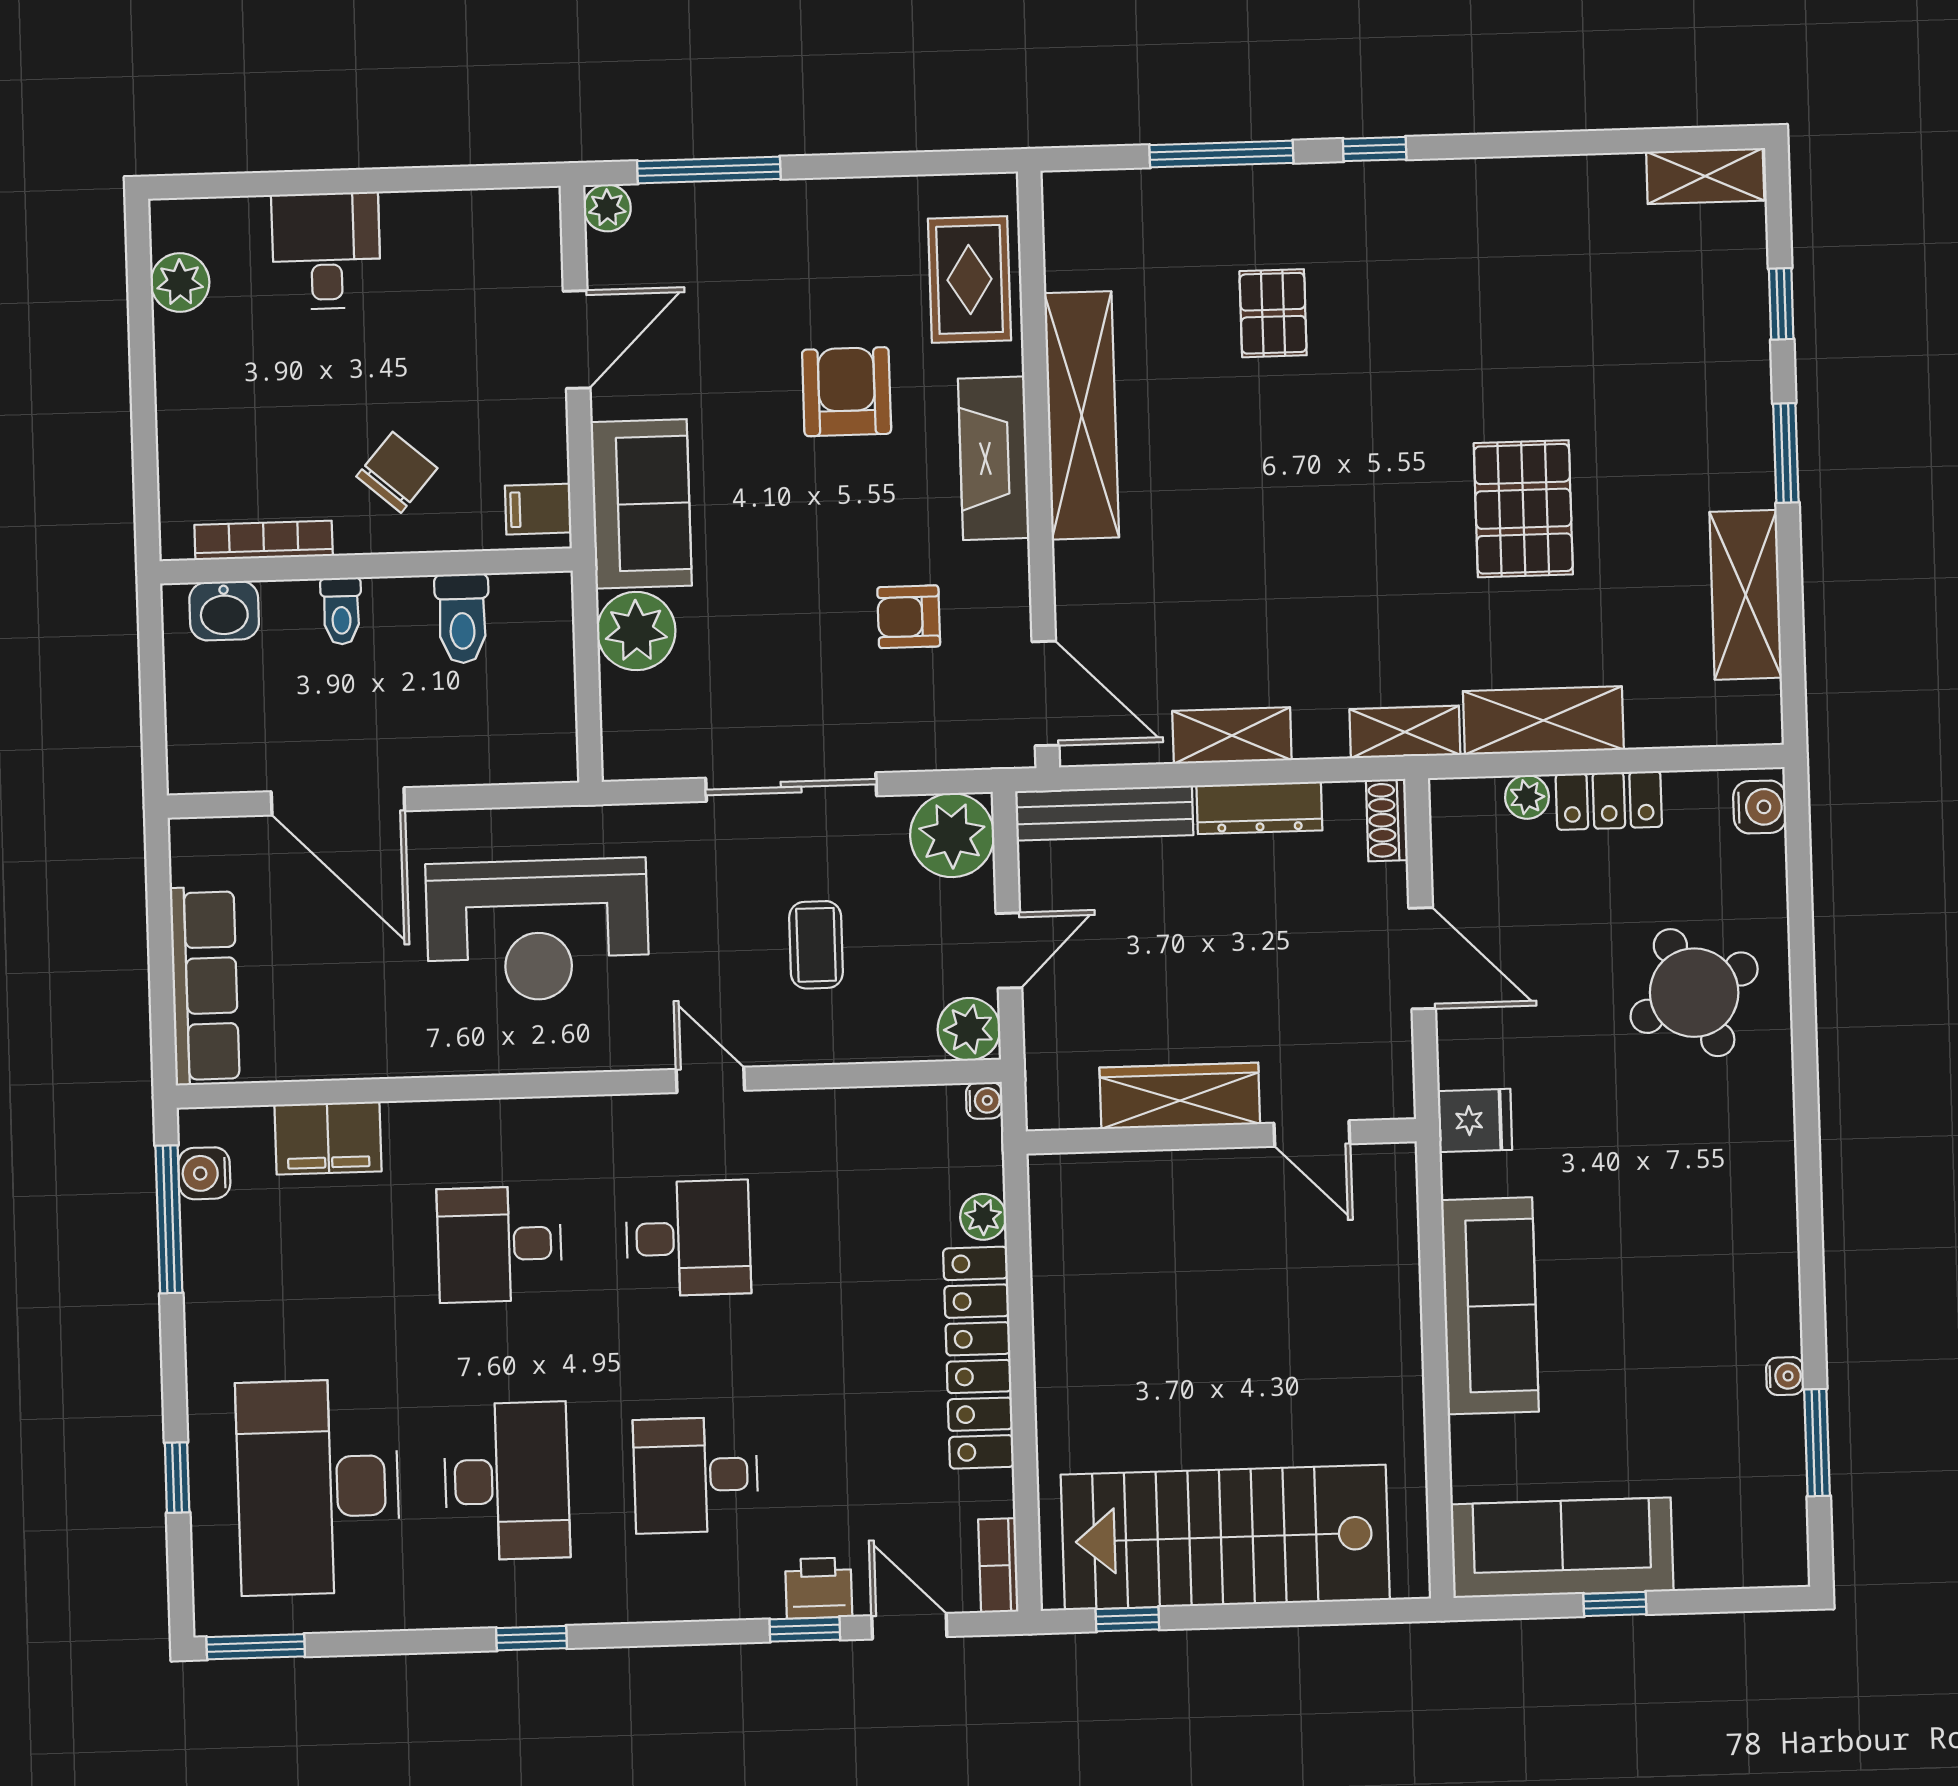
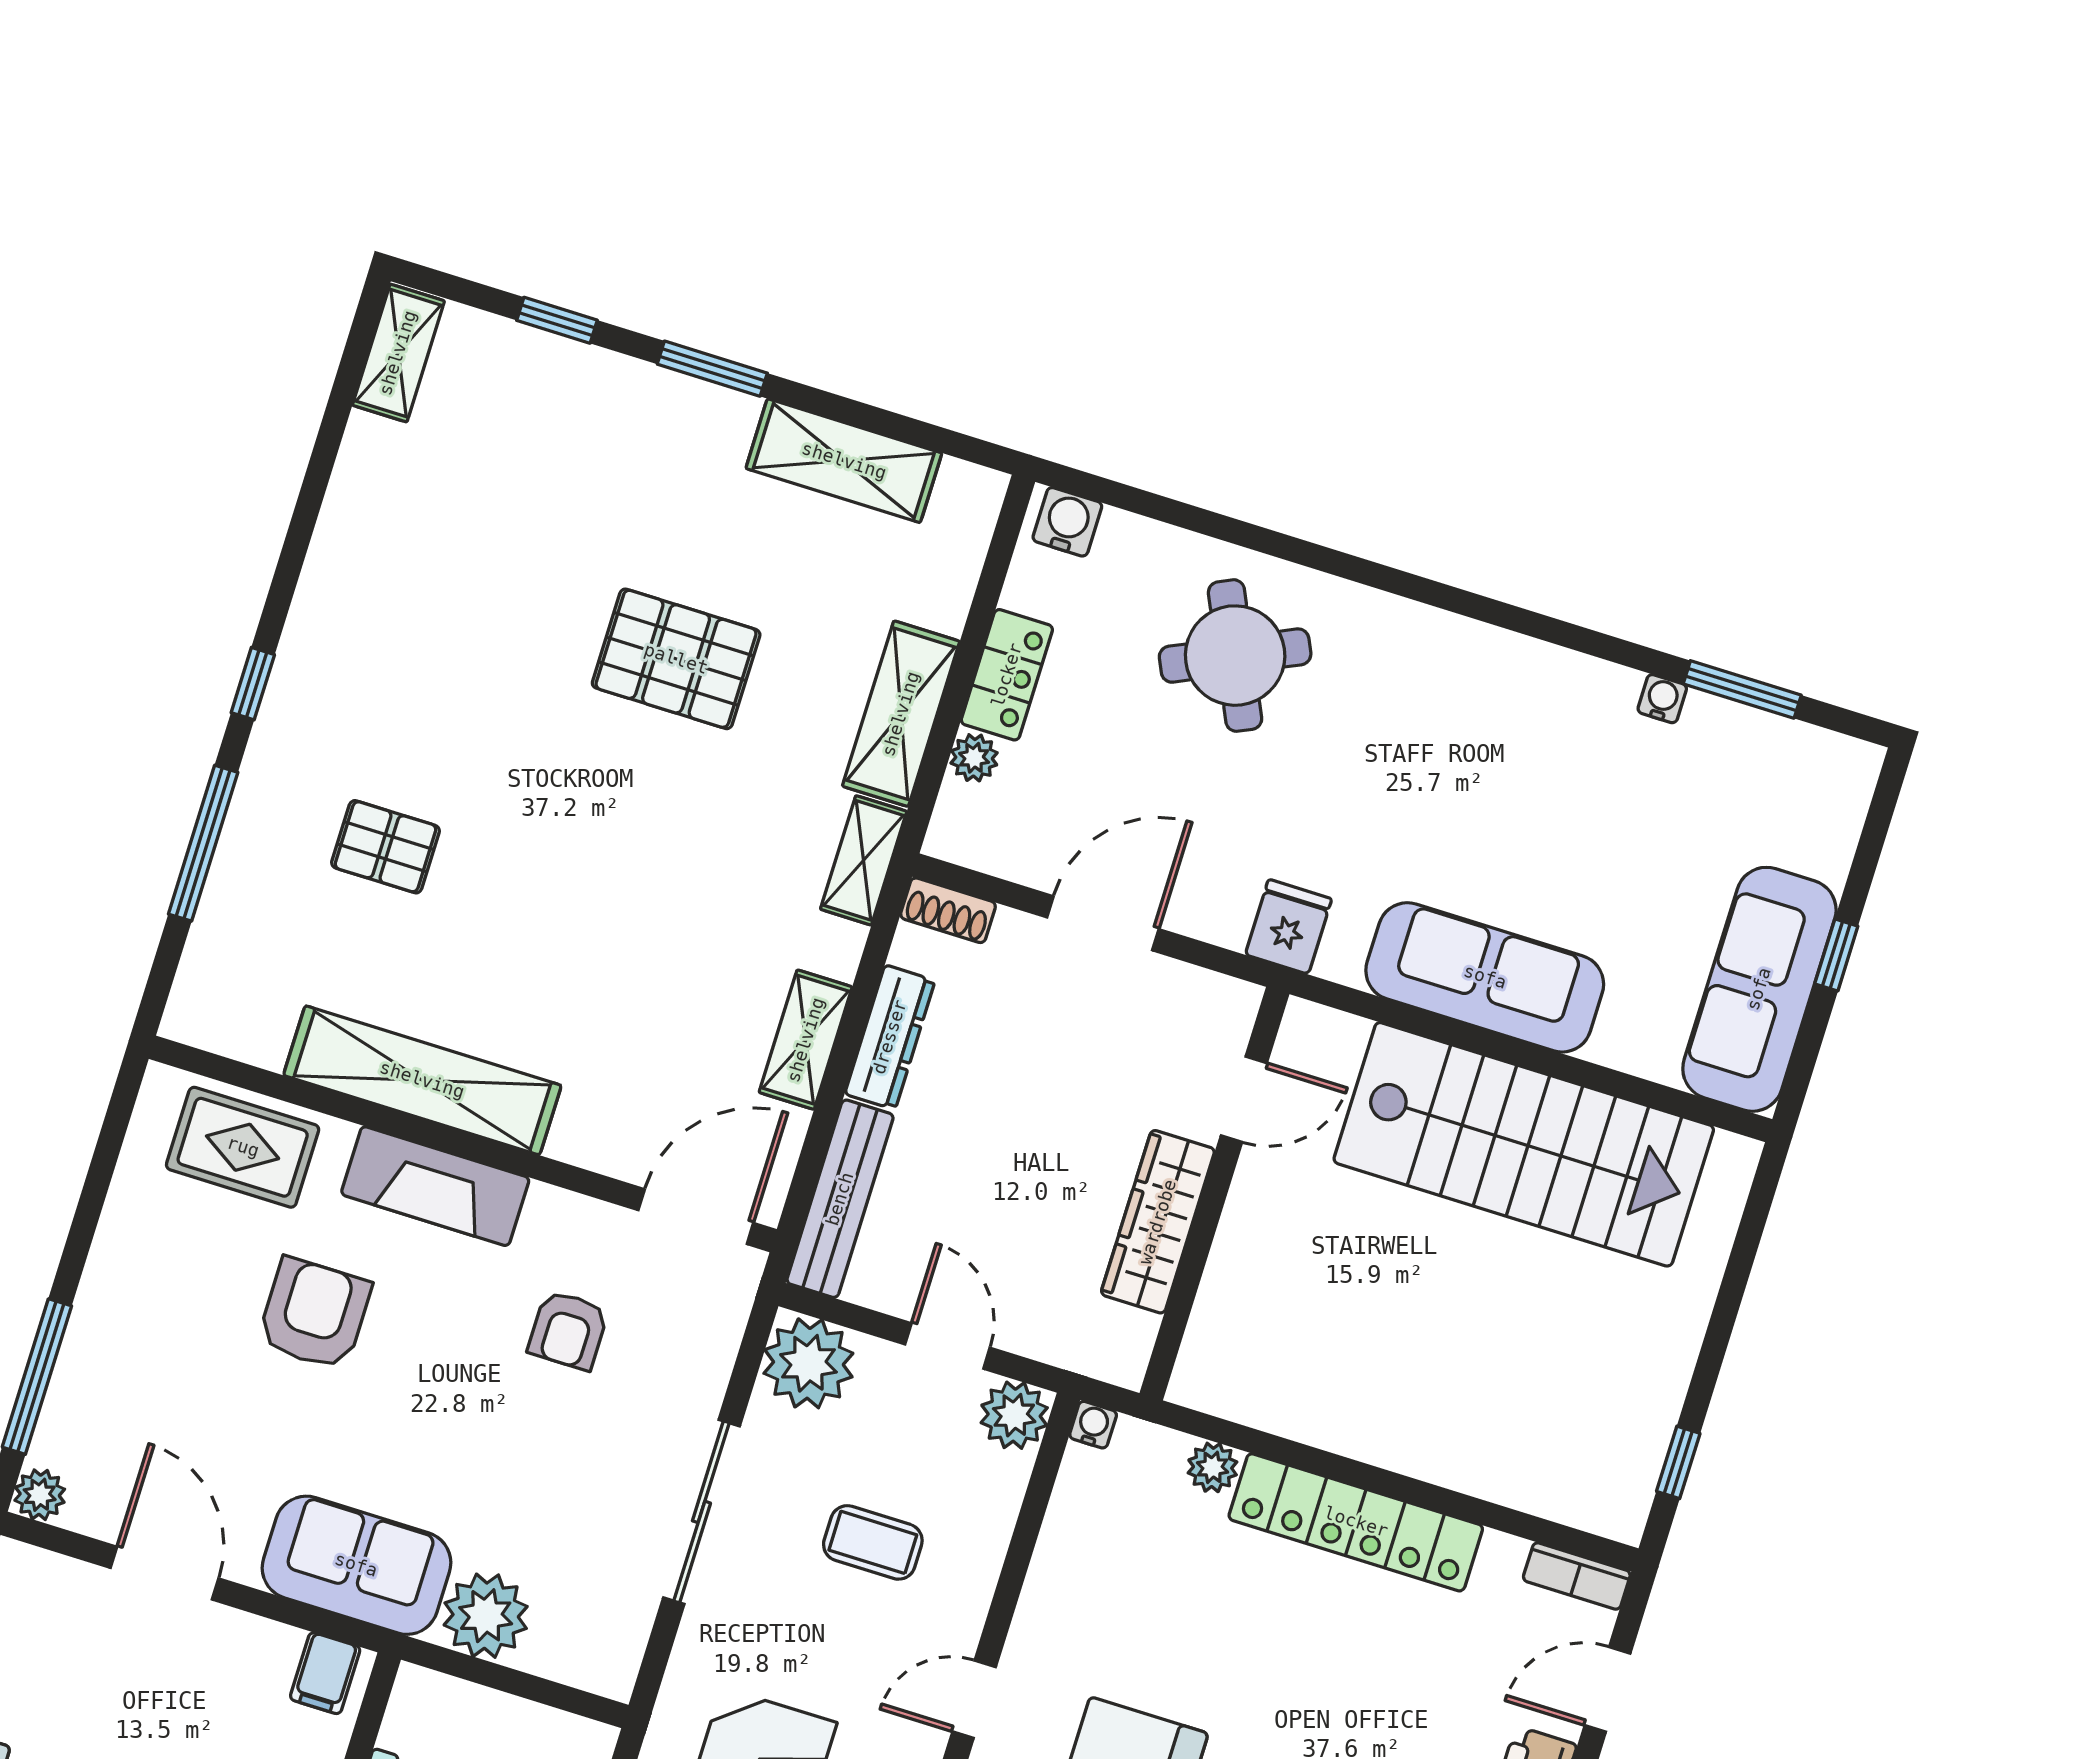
armchair: (847, 392) -> (314, 1314), turned 90
stairs: (1225, 1537) -> (1524, 1144), moved, turned -90

